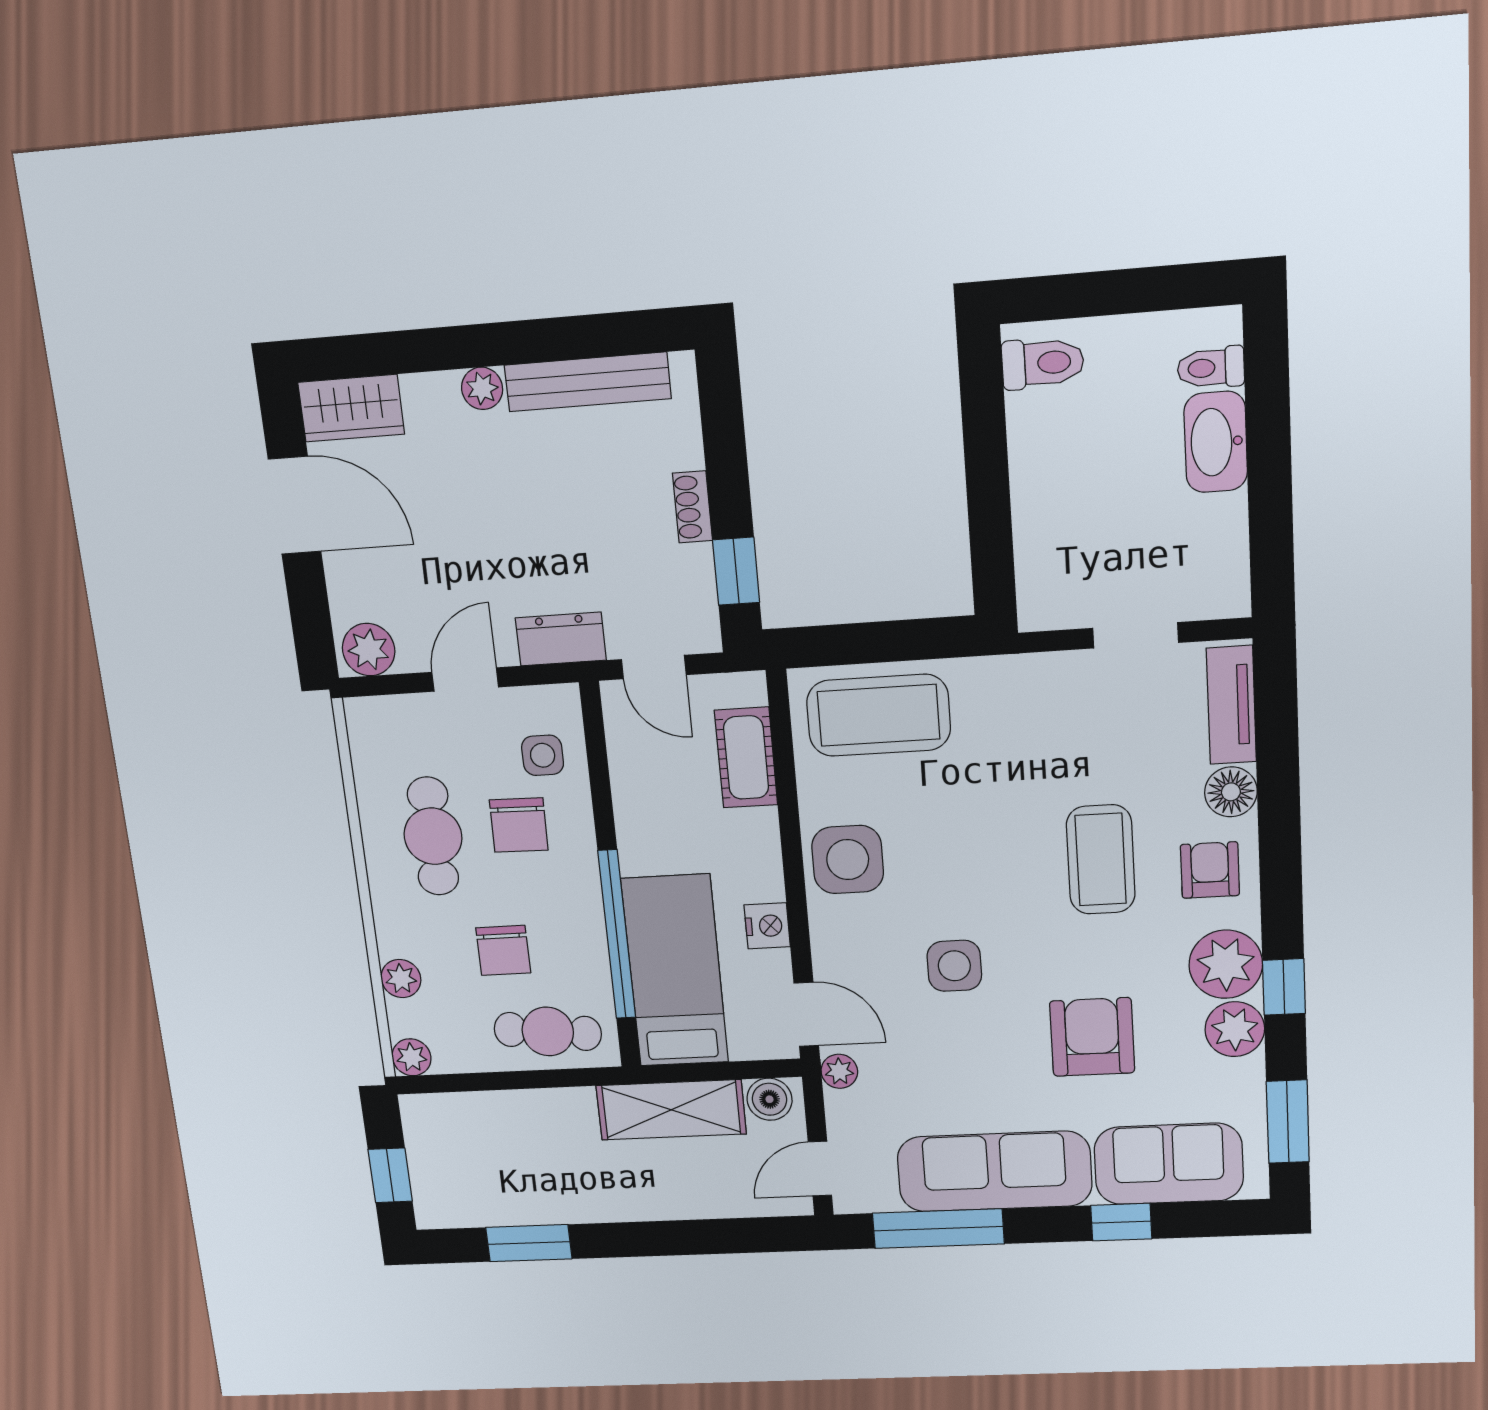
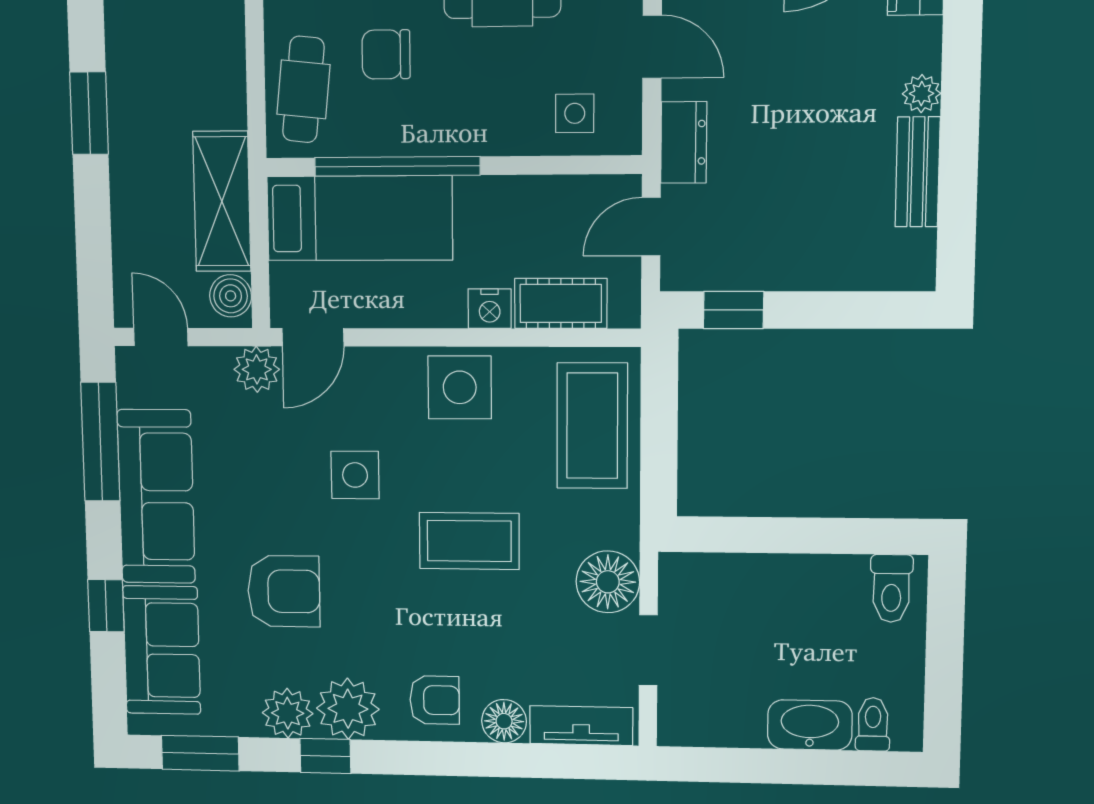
bench: (588, 382) -> (918, 172), width x0.73
shoe rack: (692, 507) -> (795, 276), removed
floor lamp: (1057, 686) -> (608, 582), added
chair: (519, 825) -> (509, 83), removed
coffee table: (1101, 860) -> (469, 541), moved
nightstand: (767, 926) -> (490, 309), moved
plant: (839, 1071) -> (257, 369), width x1.38, depth x1.38
window: (529, 1243) -> (89, 113), moved

